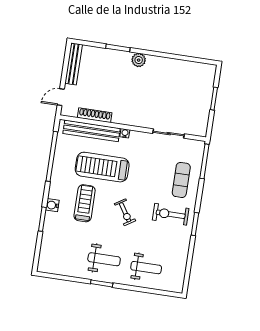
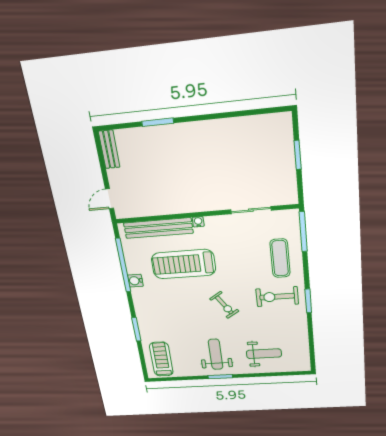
plant: (139, 60) -> (188, 131), removed
bench: (74, 64) -> (109, 149), width x0.73
shoe rack: (95, 115) -> (156, 210), removed
treadmill: (85, 203) -> (161, 359), moved
water cooler: (52, 205) -> (135, 281), moved
weight bench: (104, 259) -> (216, 354), turned -90

